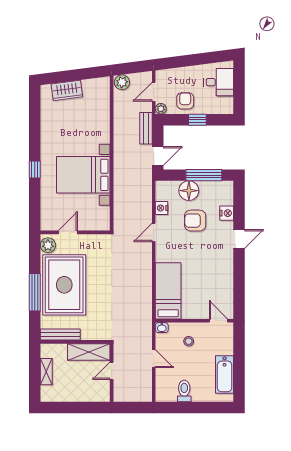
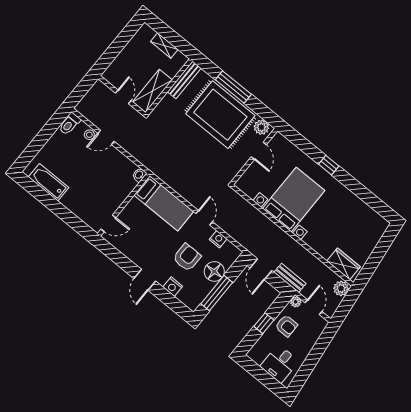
wardrobe: (67, 90) -> (344, 264), moved, turned 97
bed: (168, 291) -> (164, 203), moved
wall: (194, 321) -> (124, 205), moved
door: (219, 321) -> (108, 223), moved
washbasin: (162, 328) -> (139, 175), moved
stool: (189, 341) -> (89, 135), moved
toilet: (184, 391) -> (69, 124), moved, turned 90

